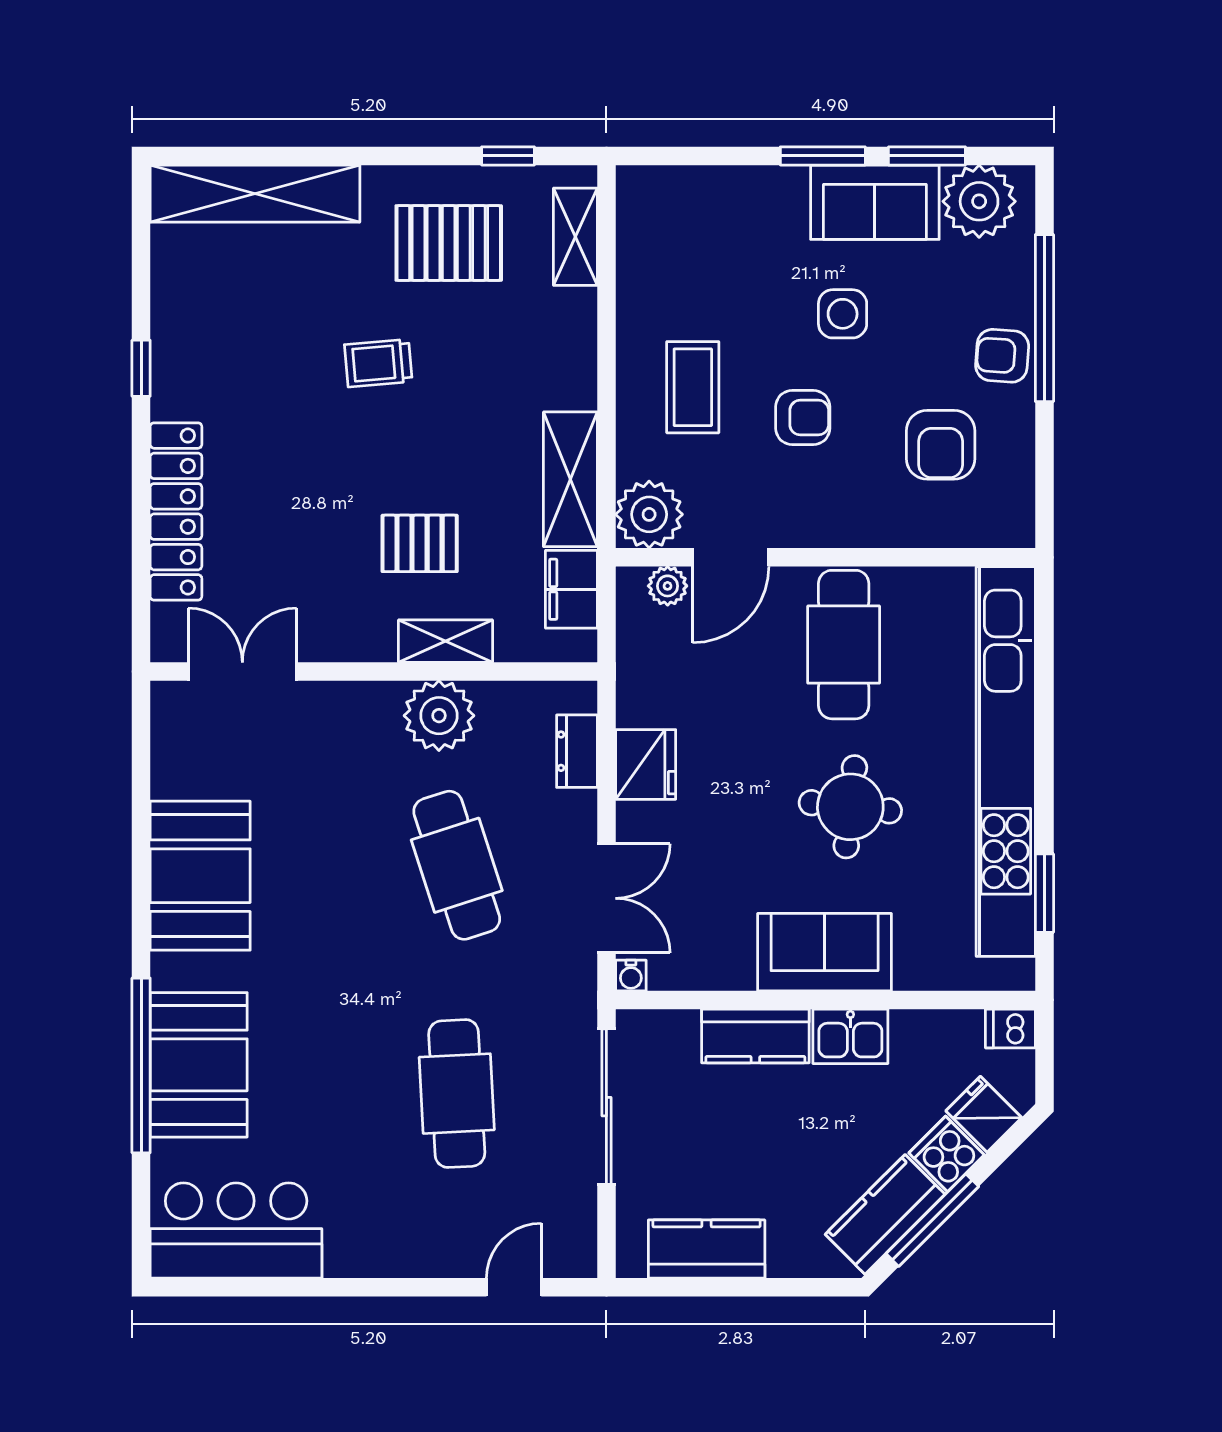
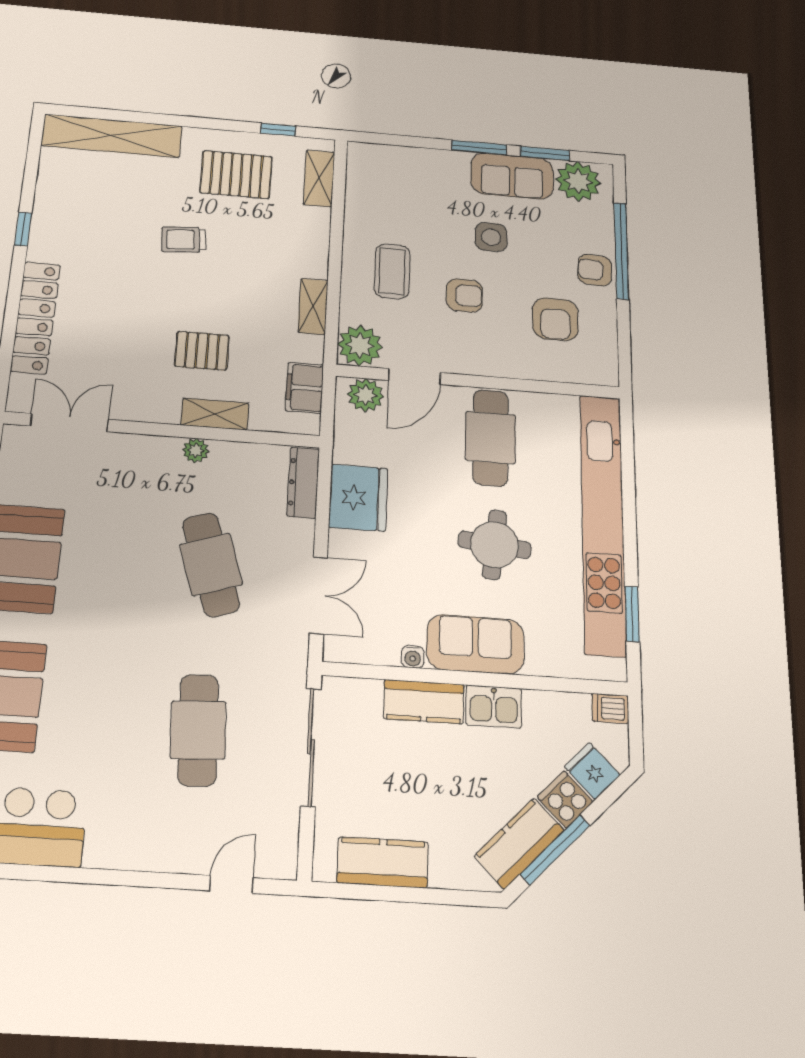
shelving: (570, 479) -> (313, 306), width x0.67, depth x0.75
plant: (668, 586) -> (366, 395), width x1.38, depth x1.38
plant: (439, 716) -> (196, 451), width x0.53, depth x0.53
dresser: (577, 751) -> (303, 483), width x1.44
fridge: (646, 764) -> (358, 498), width x1.36, depth x1.34
water cooler: (631, 975) -> (413, 657), moved

